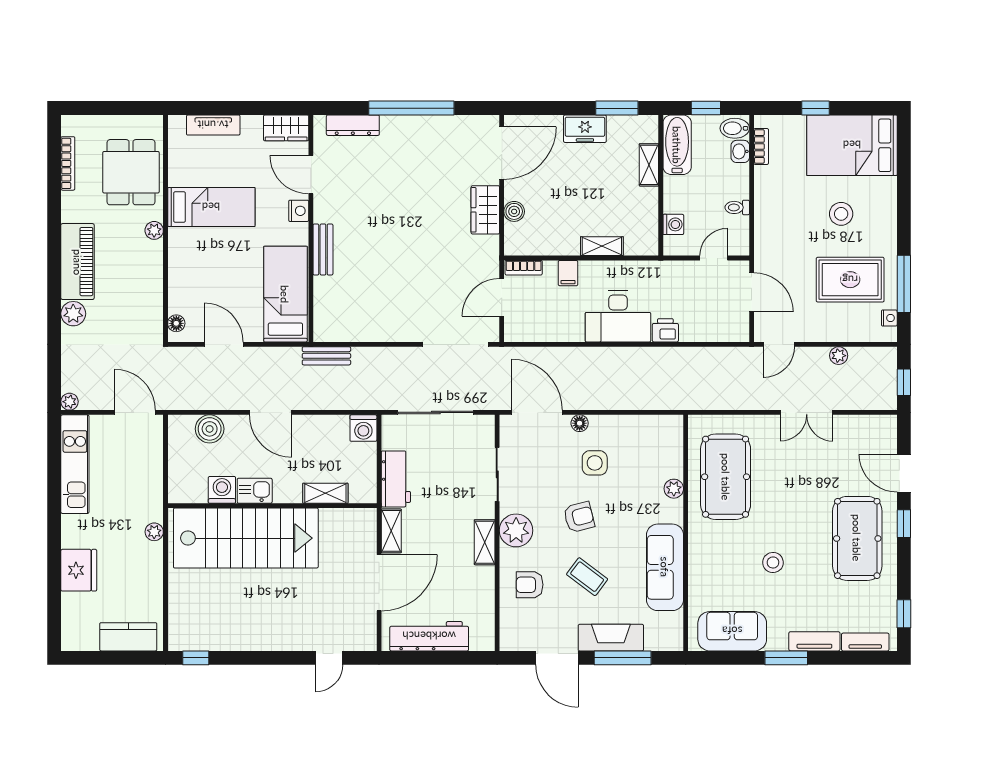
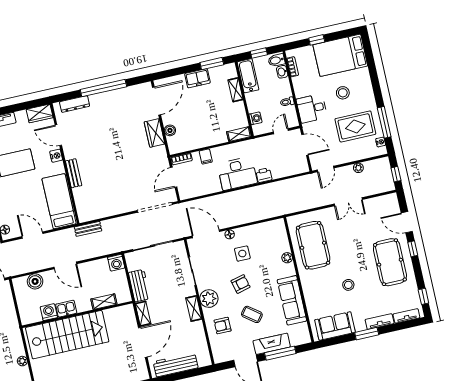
desk: (779, 229) -> (312, 108), added
shelving: (602, 246) -> (239, 134), moved
plant: (154, 532) -> (22, 361), moved

